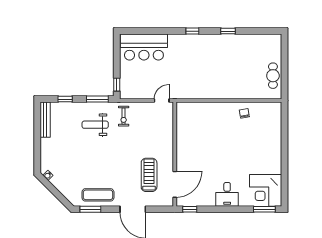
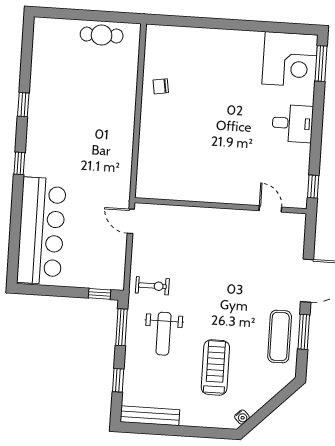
bar counter: (144, 47) -> (41, 231), width x1.36
treadmill: (149, 175) -> (215, 367), moved, turned 90
door: (175, 184) -> (270, 209), width x0.53
window: (90, 209) -> (304, 332), moved

